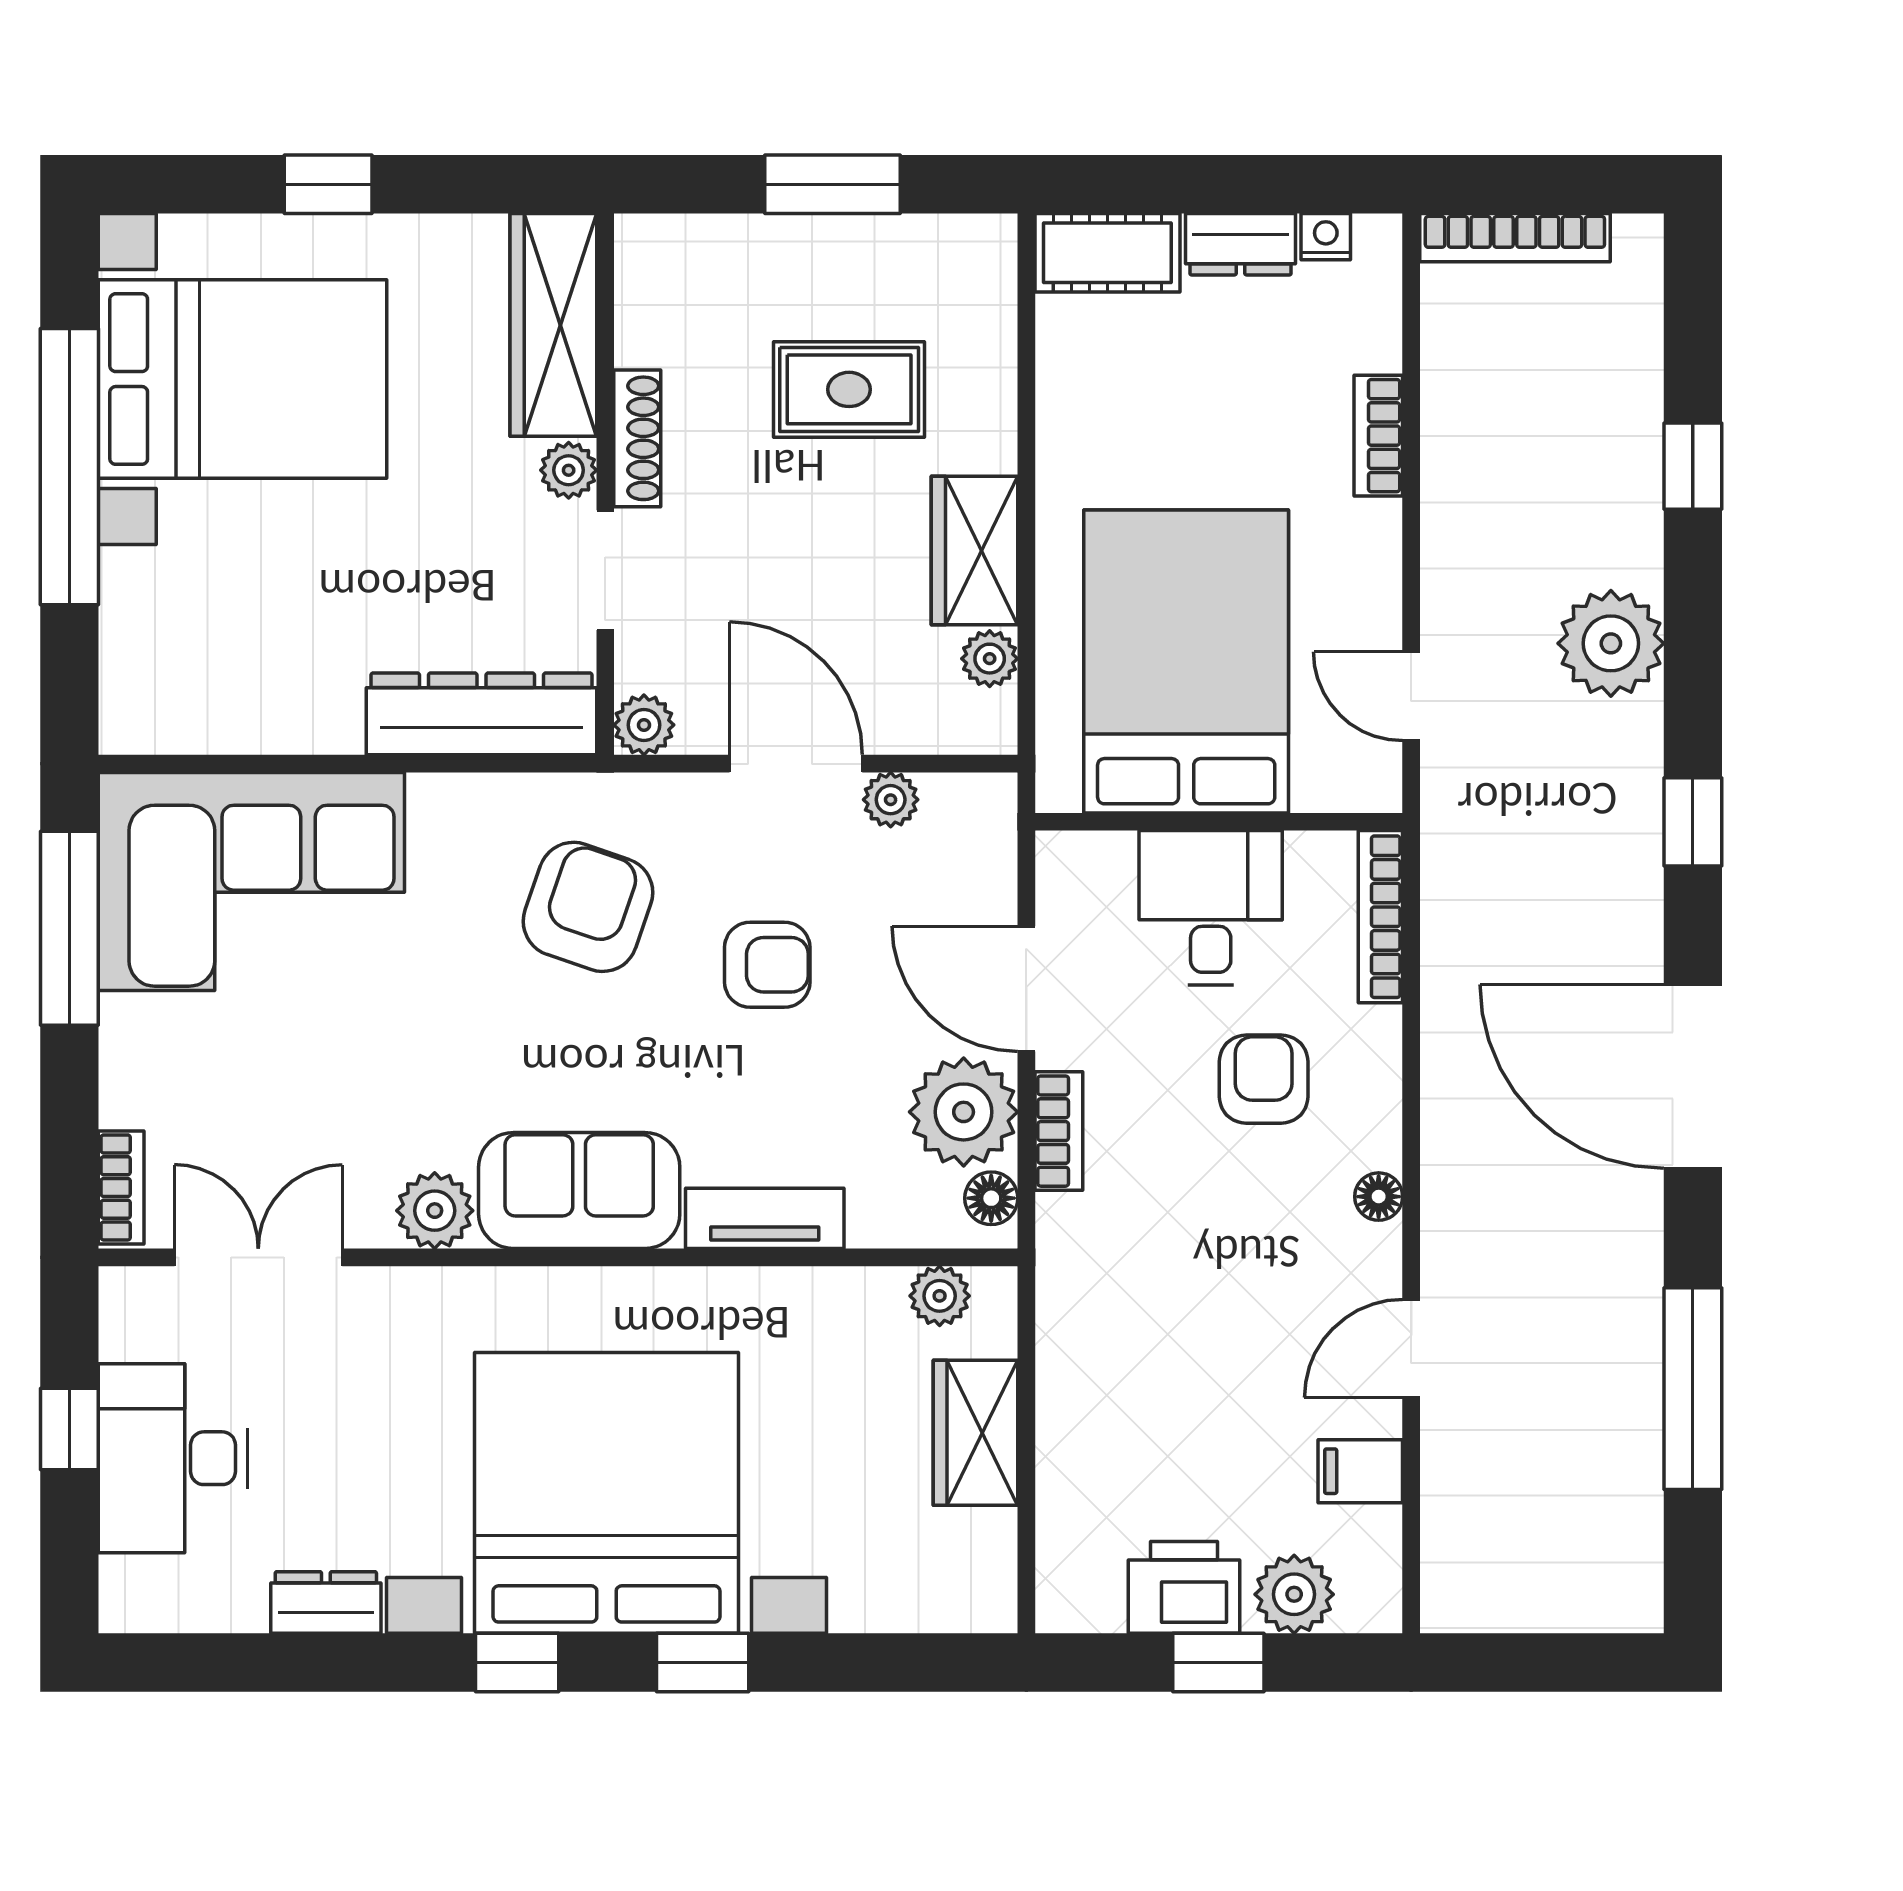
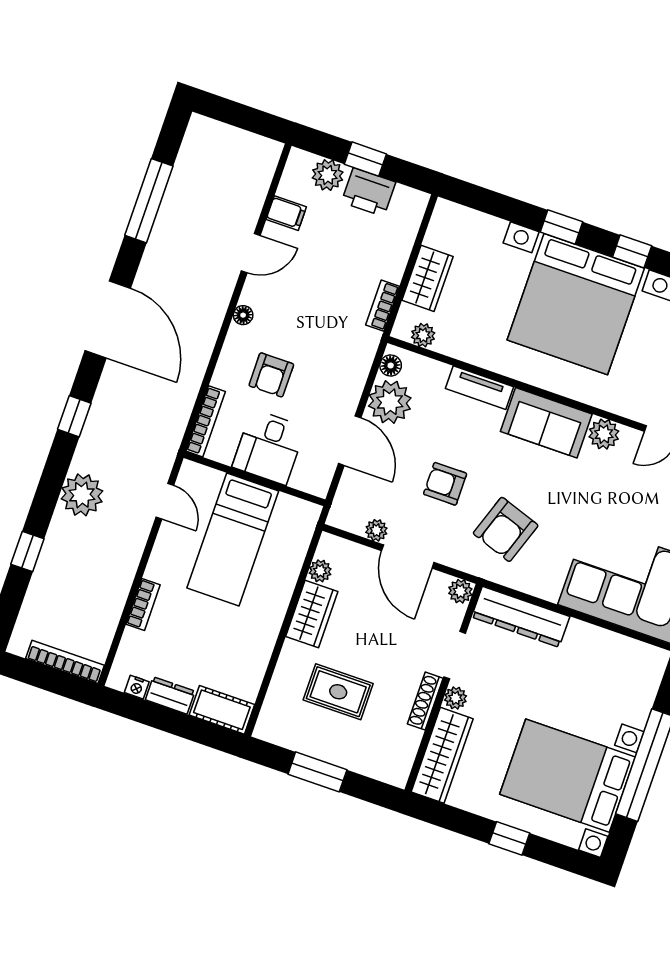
bed: (1186, 661) -> (233, 539), width x0.67
bookcase: (1059, 1131) -> (383, 306), moved

